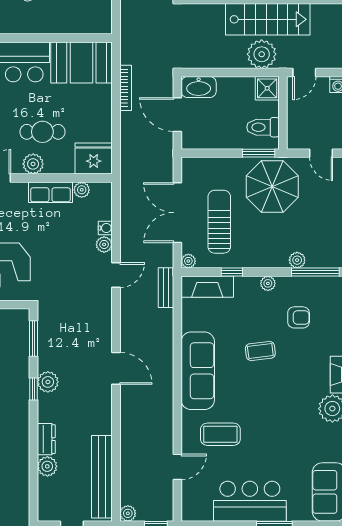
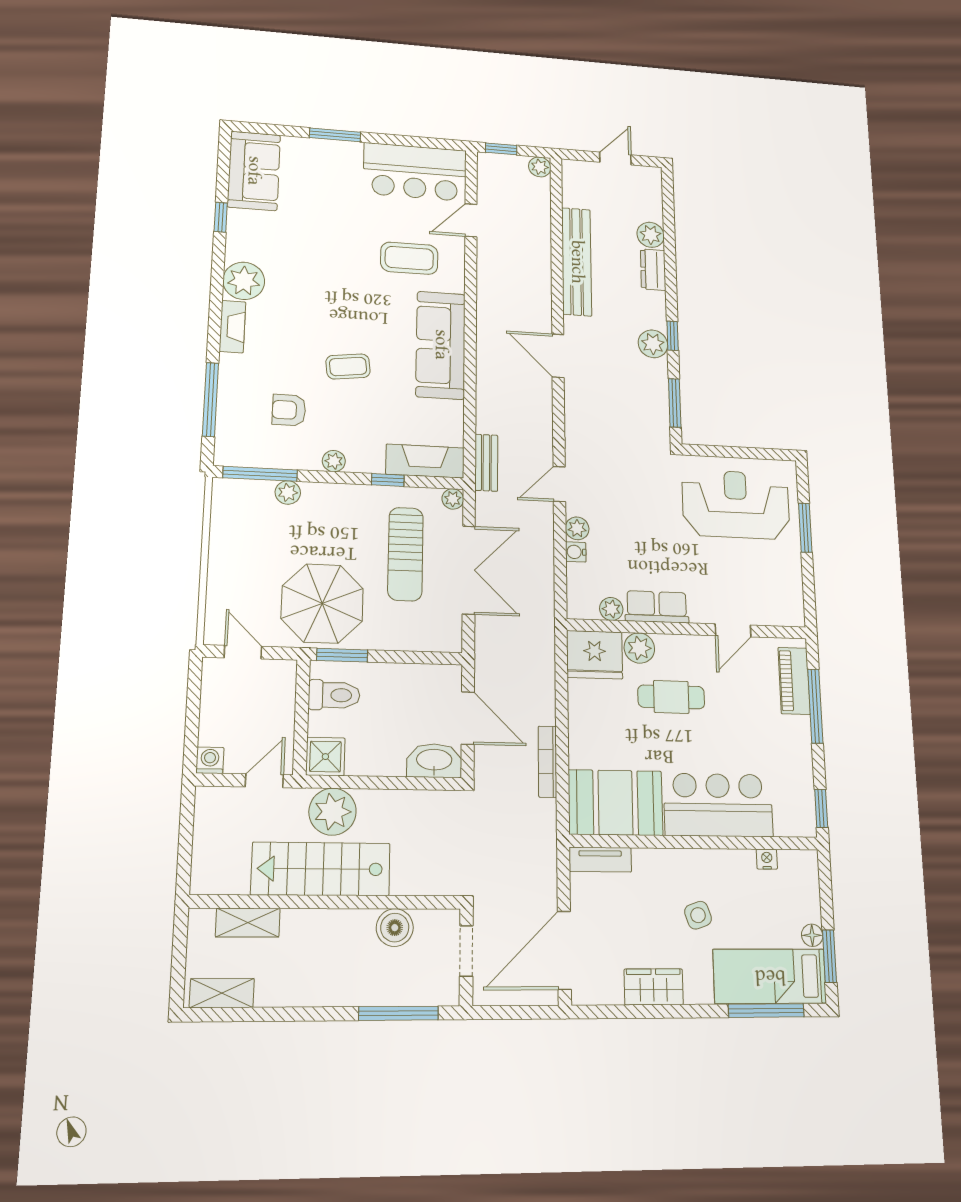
tv unit: (92, 27) -> (600, 860), added
plant: (33, 164) -> (639, 648), moved
bench: (102, 477) -> (577, 262), moved
bar counter: (250, 501) -> (415, 172), moved

